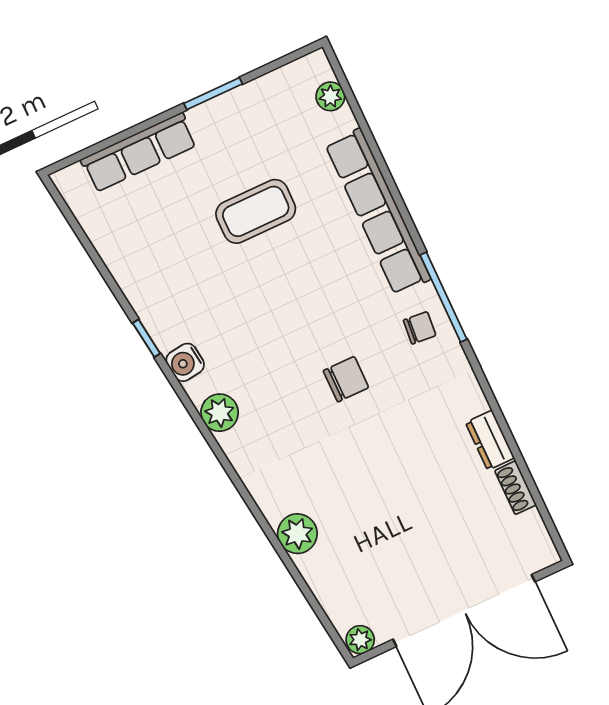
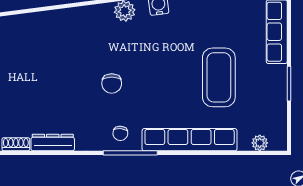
coffee table: (256, 211) -> (219, 77), width x1.36, depth x1.32
dresser: (490, 440) -> (53, 142), width x1.44
plant: (297, 534) -> (44, 22), removed

